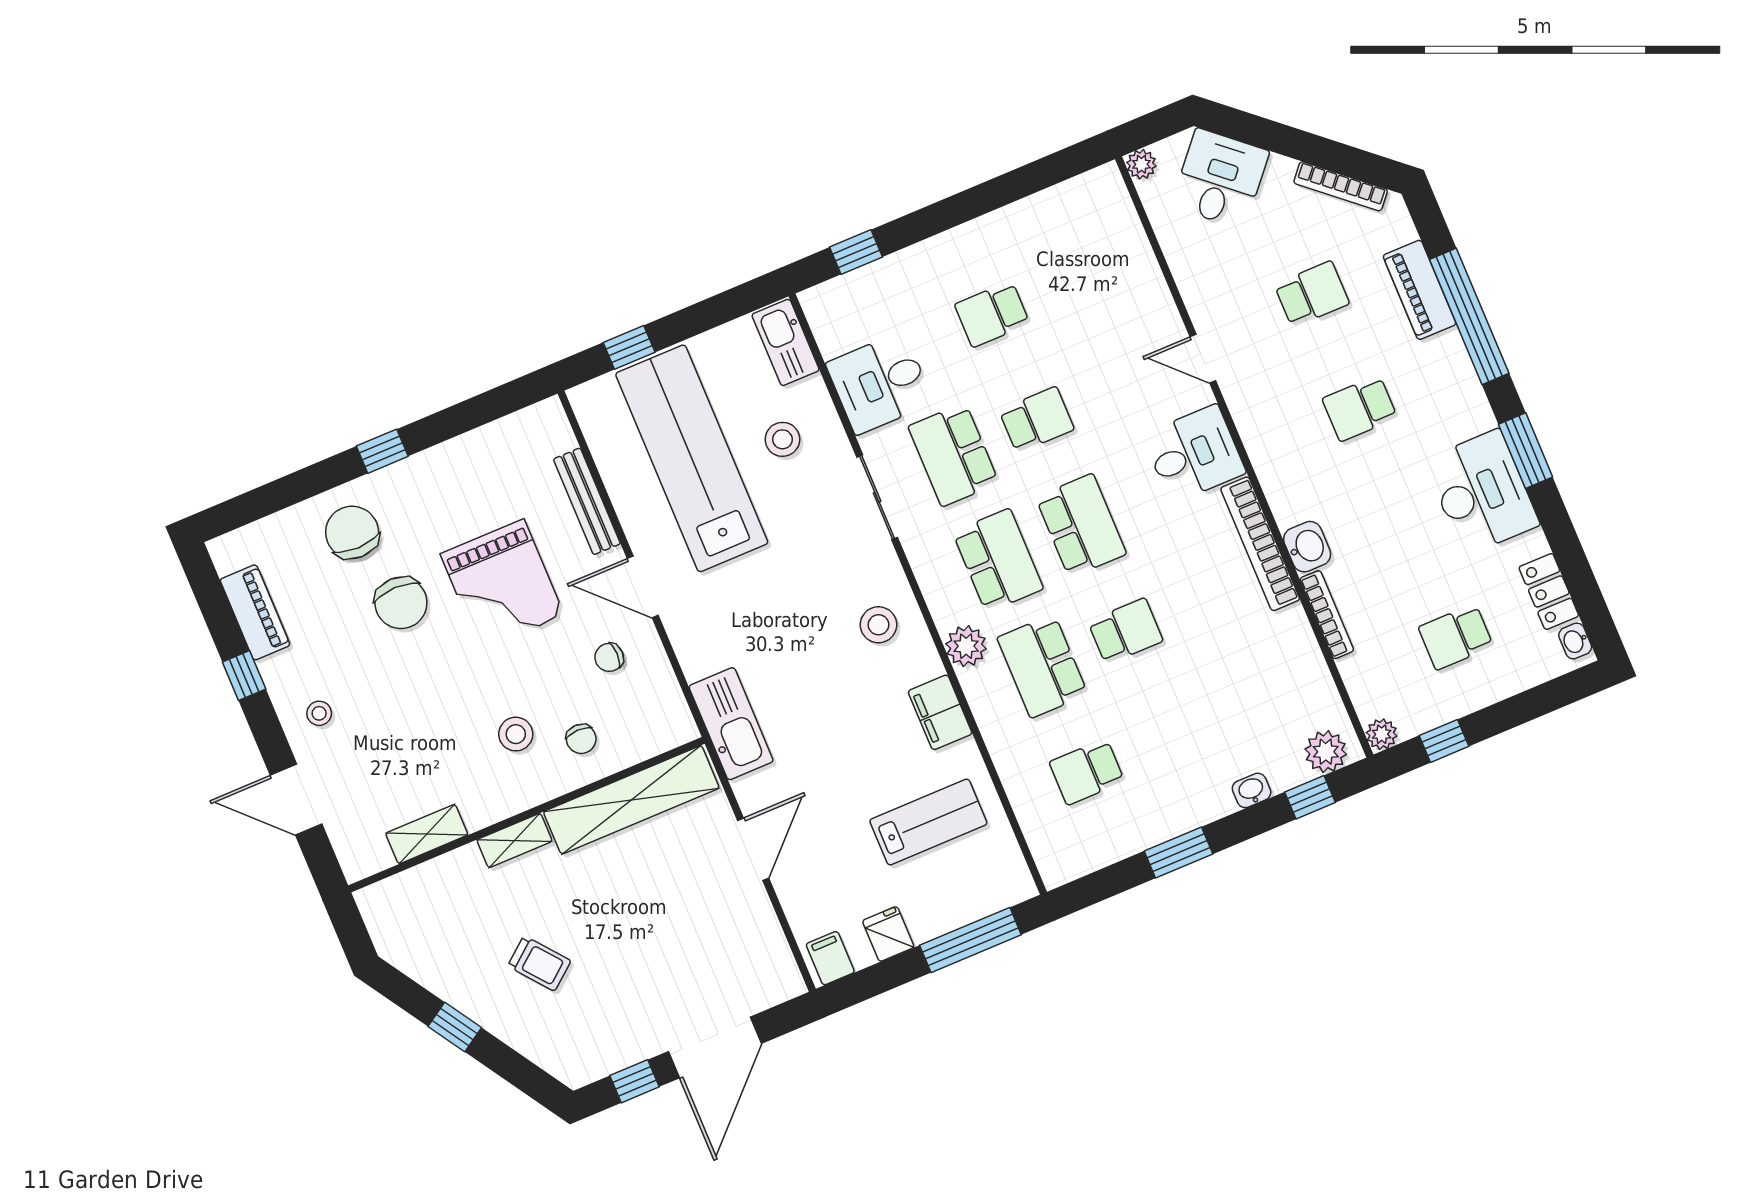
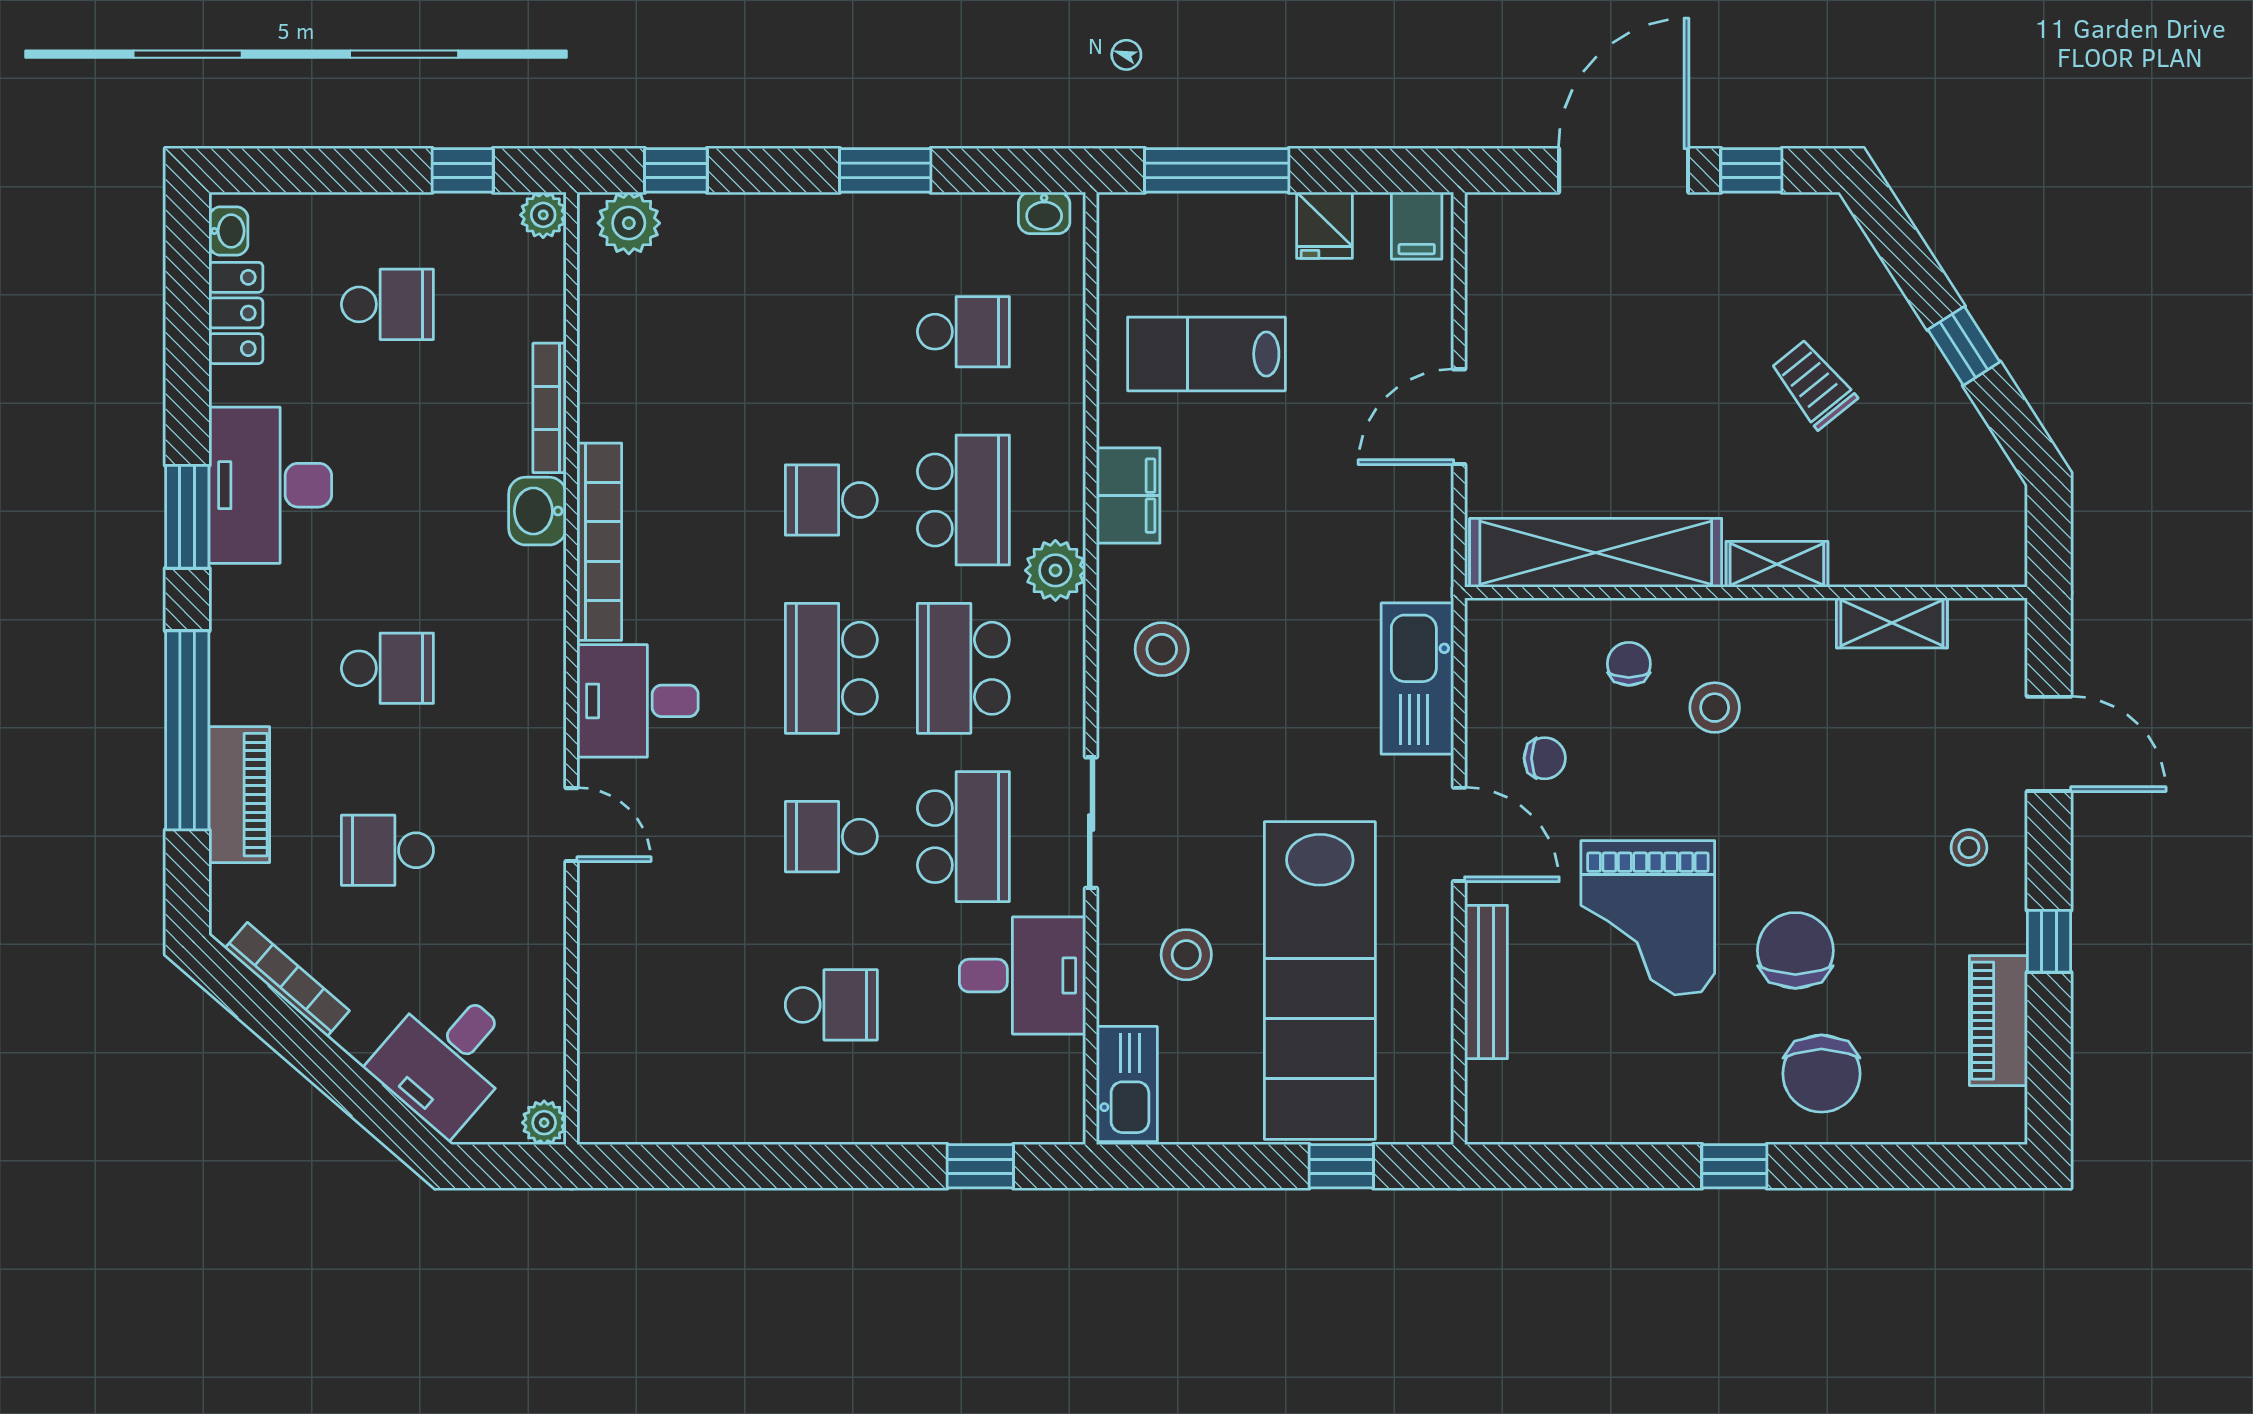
grand piano: (502, 584) -> (1648, 918), turned 180
kitchen sink: (731, 724) -> (1417, 679), moved
washbasin: (1252, 790) -> (1044, 213), moved

